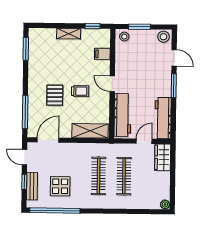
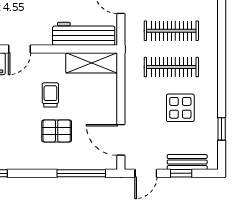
door: (112, 84) -> (19, 49), moved
shelving: (90, 131) -> (92, 63), moved, turned 90
display table: (60, 186) -> (180, 108), moved
window: (55, 210) -> (222, 129), width x0.32

